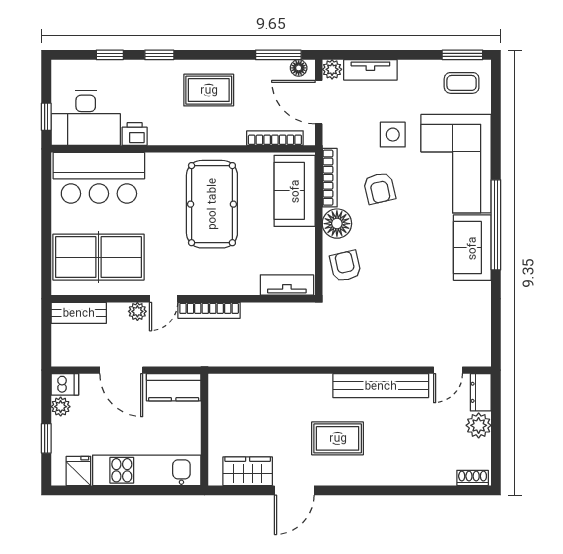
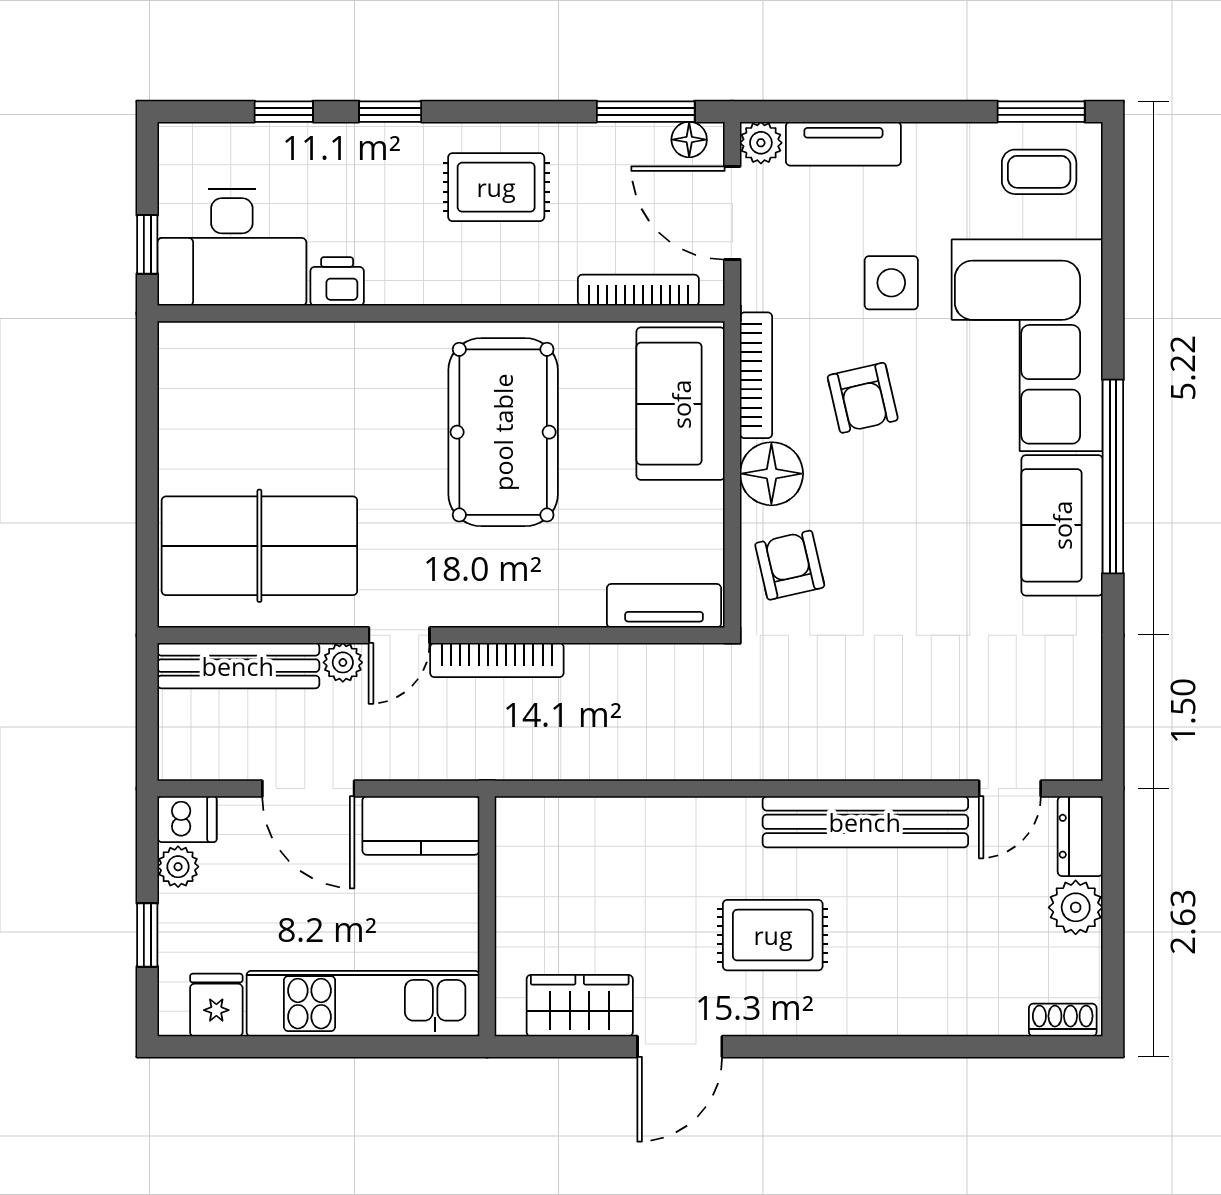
bar counter: (99, 178) -> (260, 376), removed
bench: (79, 313) -> (238, 666), width x1.36

